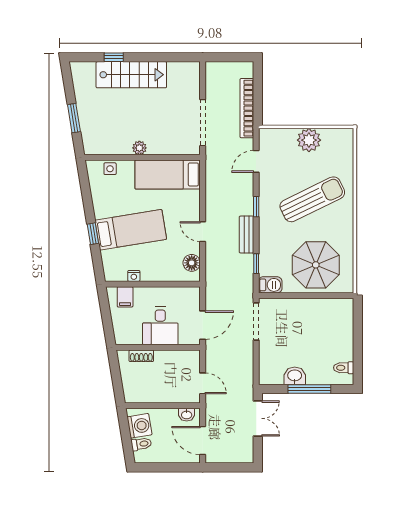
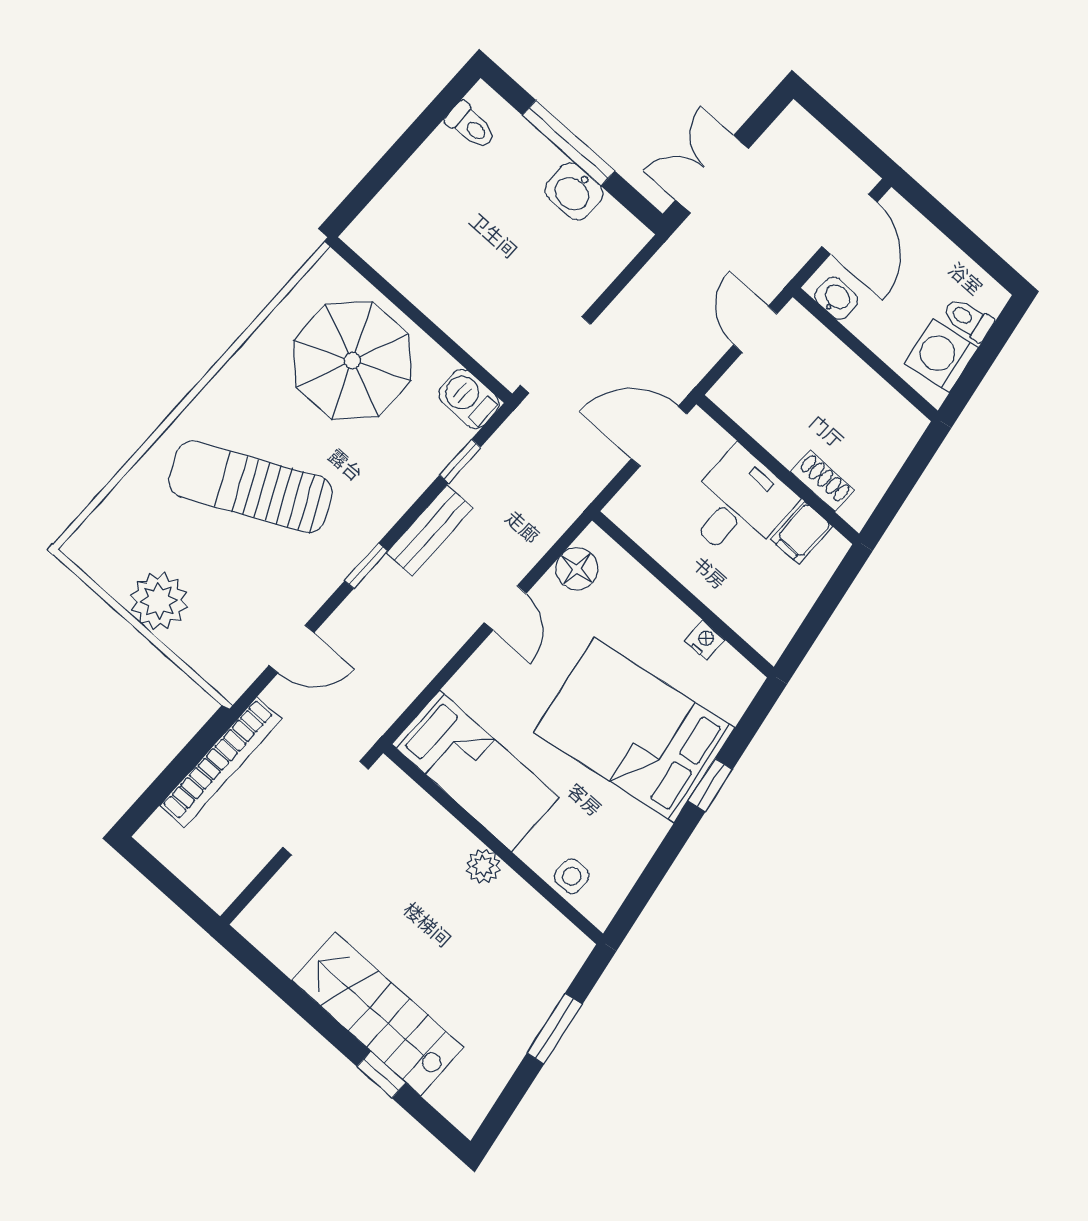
bed: (131, 230) -> (634, 730), width x1.50
filing cabinet: (125, 297) -> (802, 533), moved, turned 180

